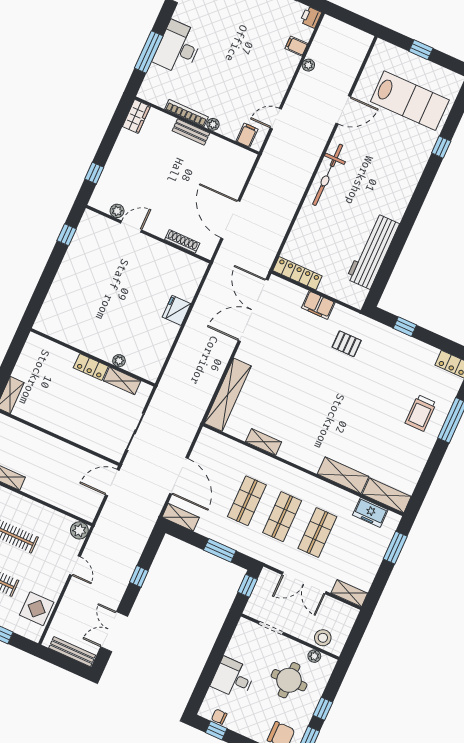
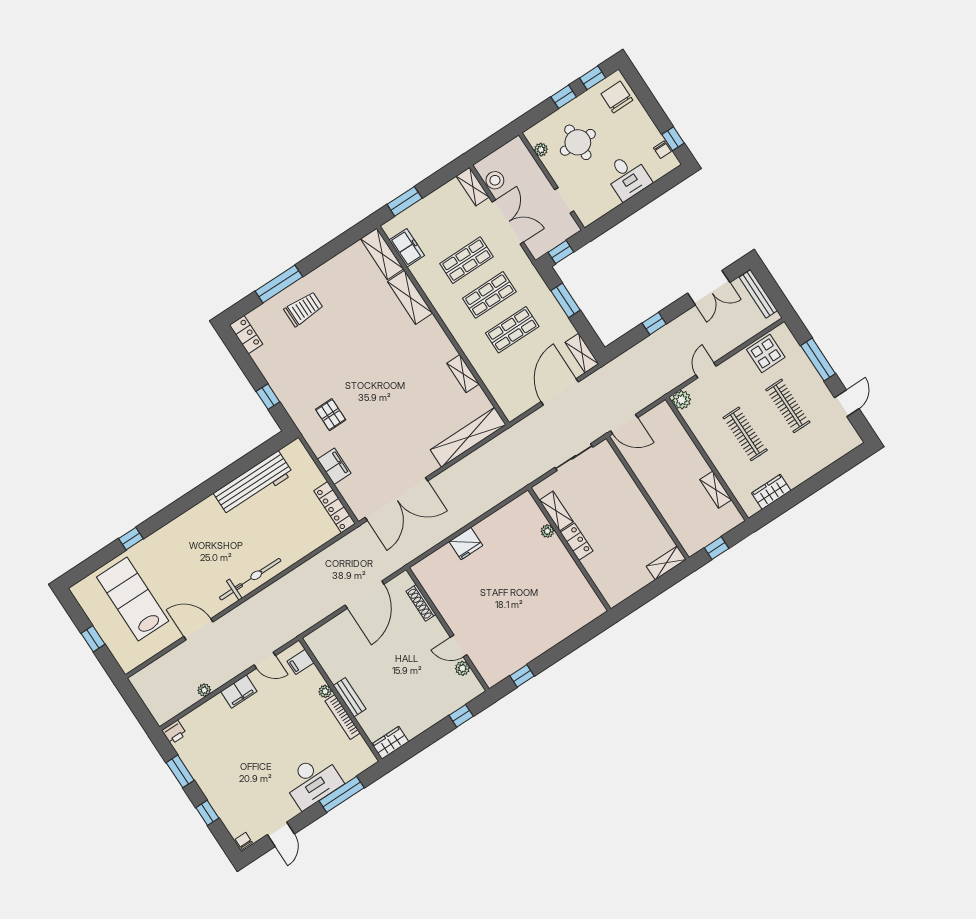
filing cabinet: (296, 46) -> (239, 691), moved, width x2.00
stool: (323, 638) -> (495, 180), moved

